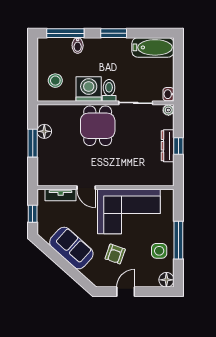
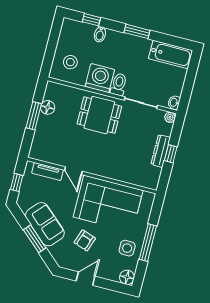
window: (65, 33) -> (91, 20), width x0.46
dining table: (98, 126) -> (99, 115), turned 90
window: (65, 265) -> (35, 239), added

